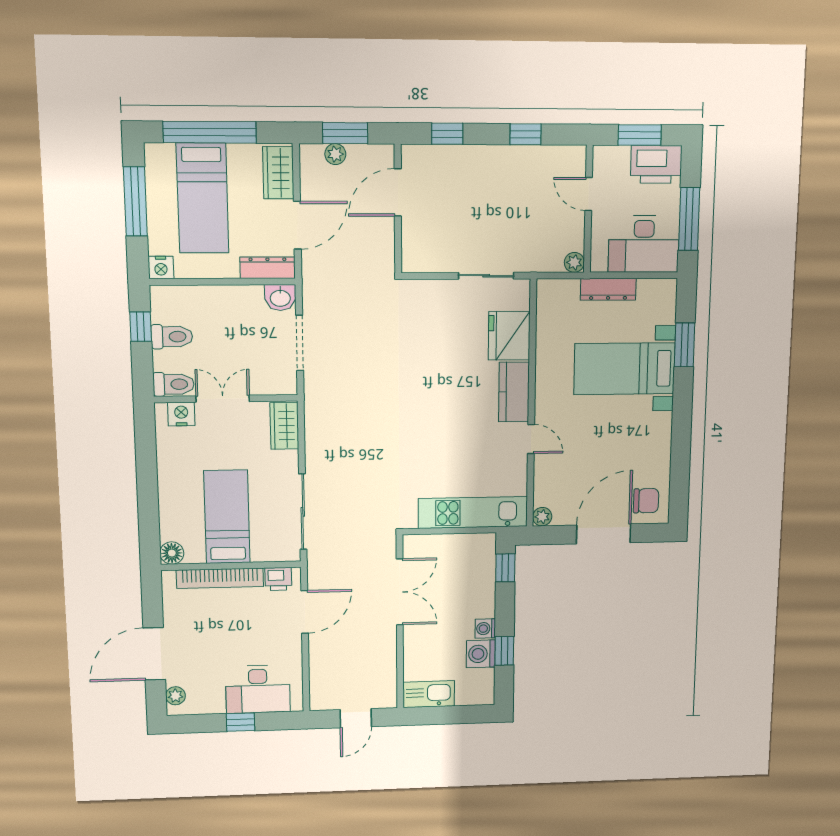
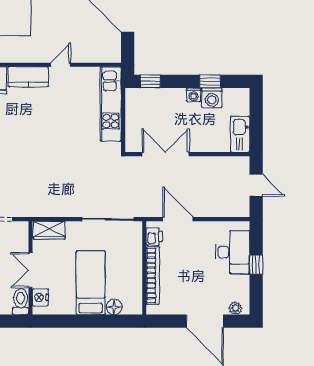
bed: (227, 517) -> (91, 283), moved, turned 90
plant: (542, 517) -> (115, 56), removed
floor lamp: (172, 553) -> (114, 307), moved

